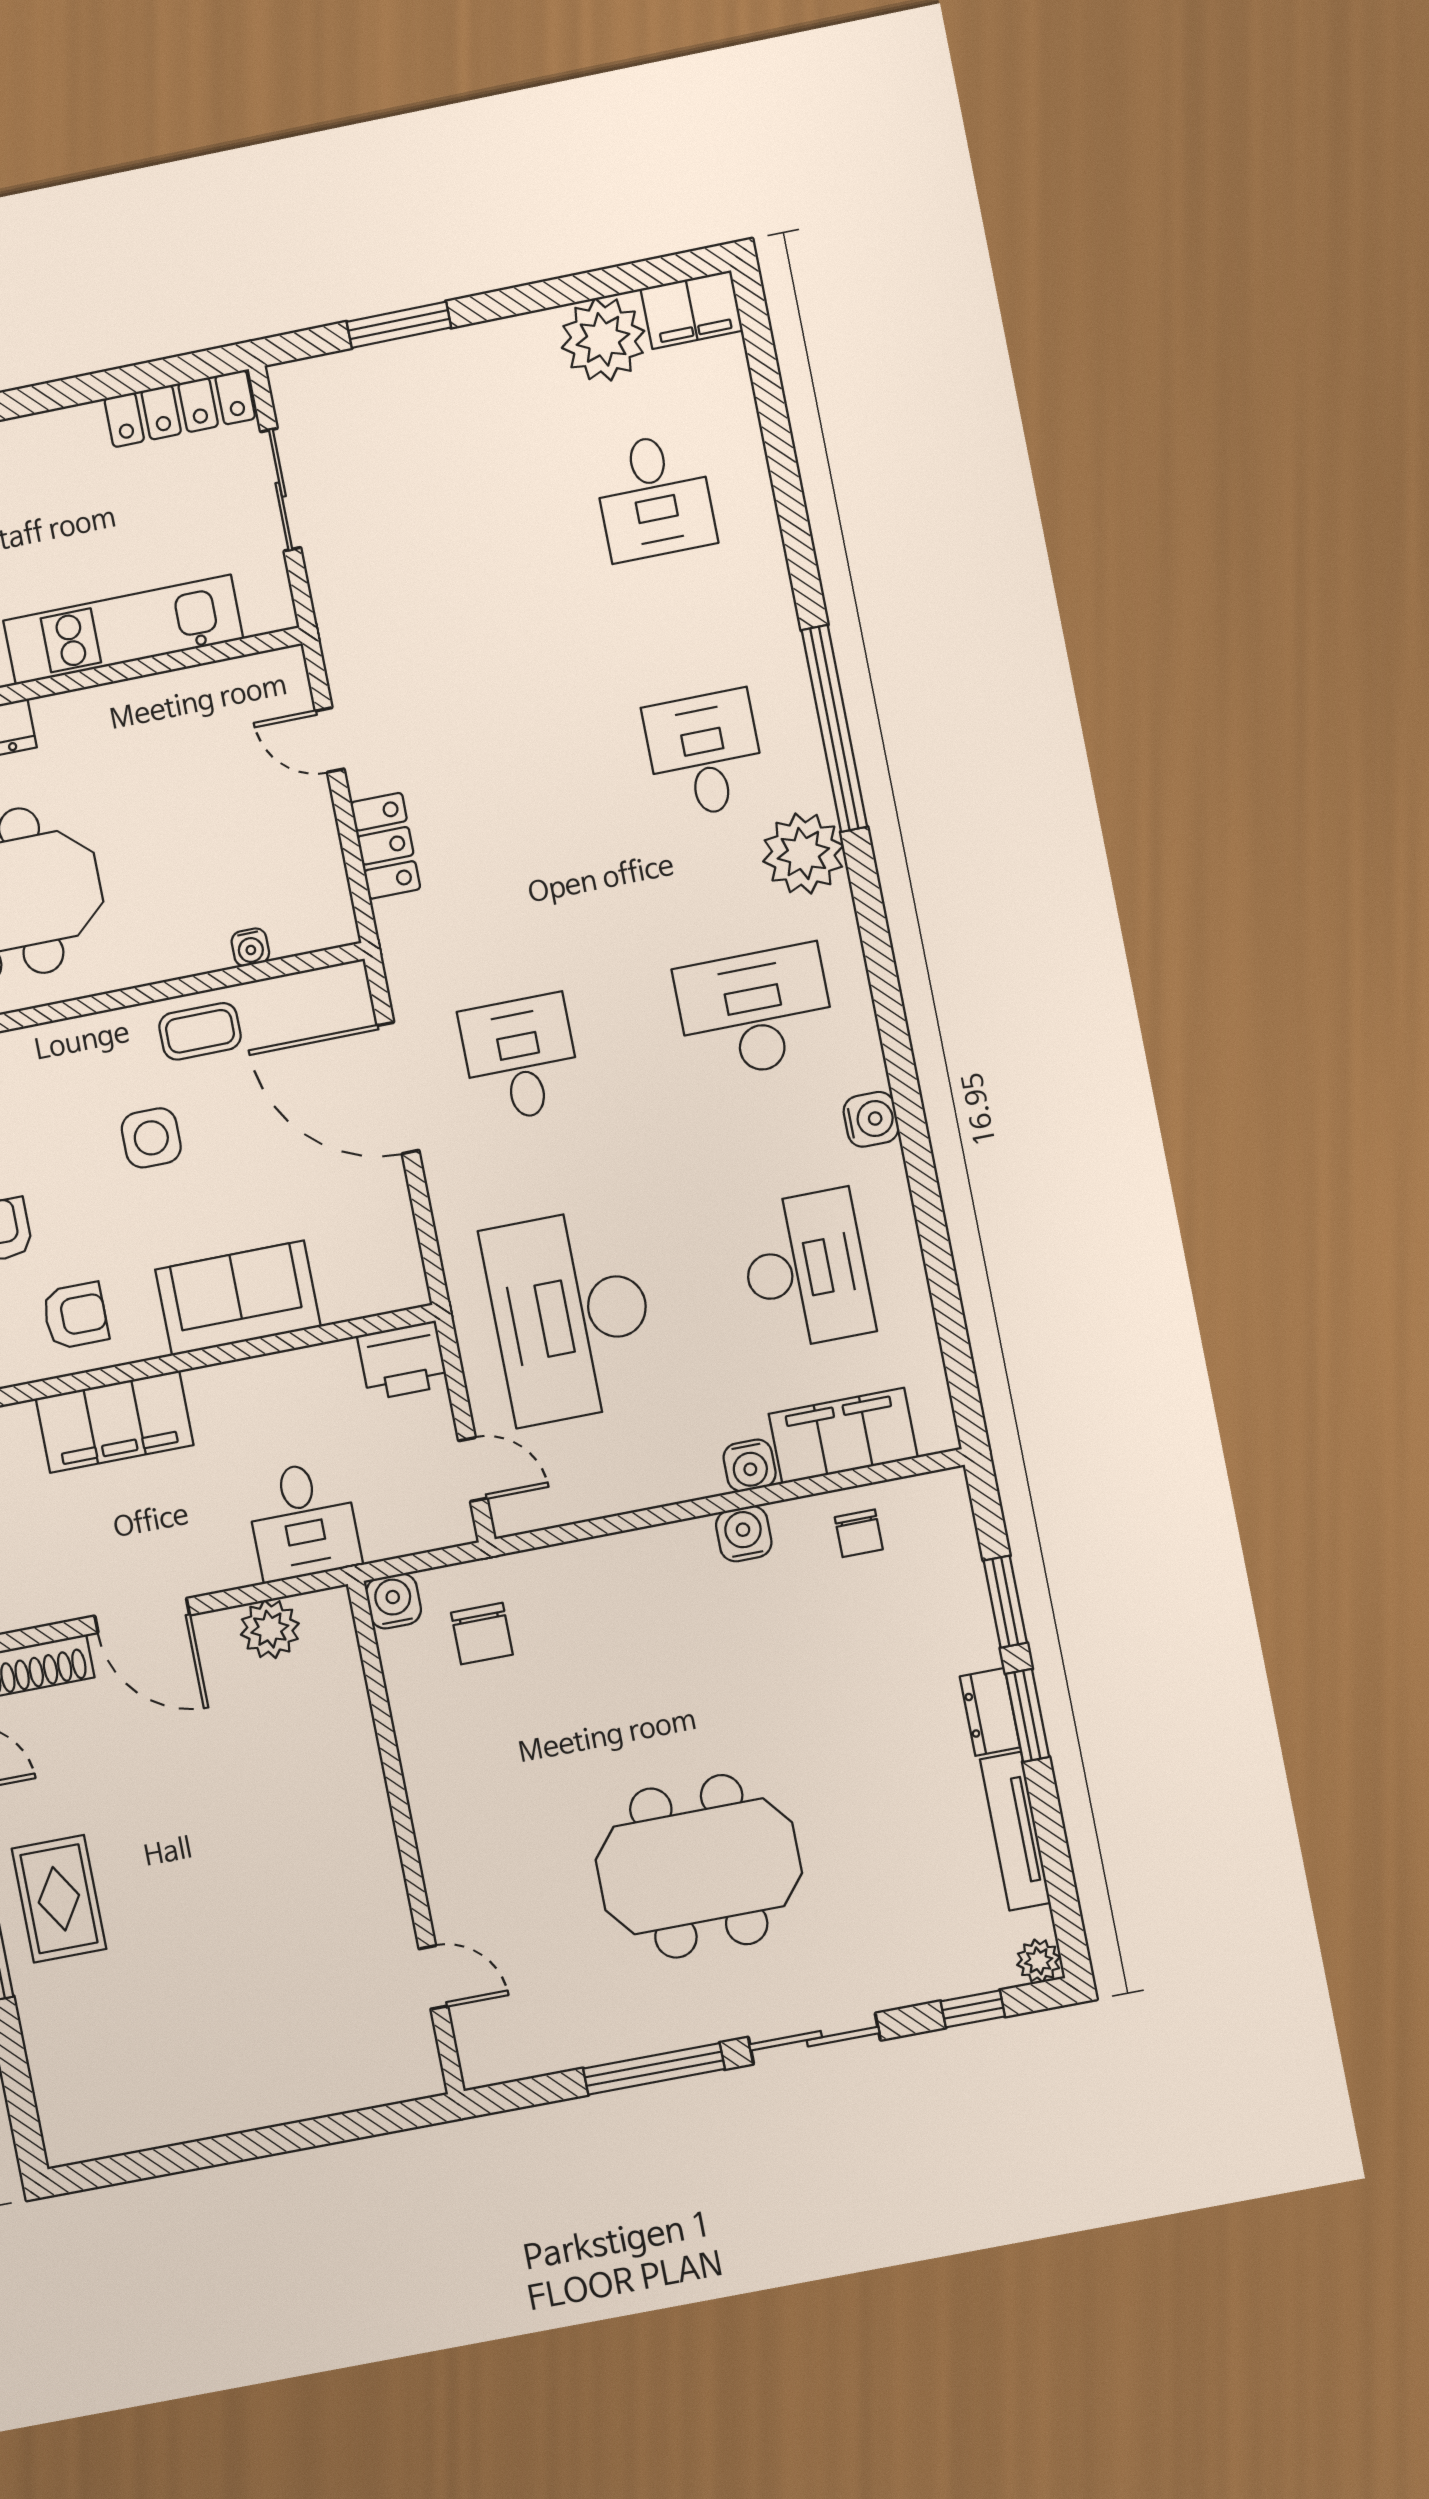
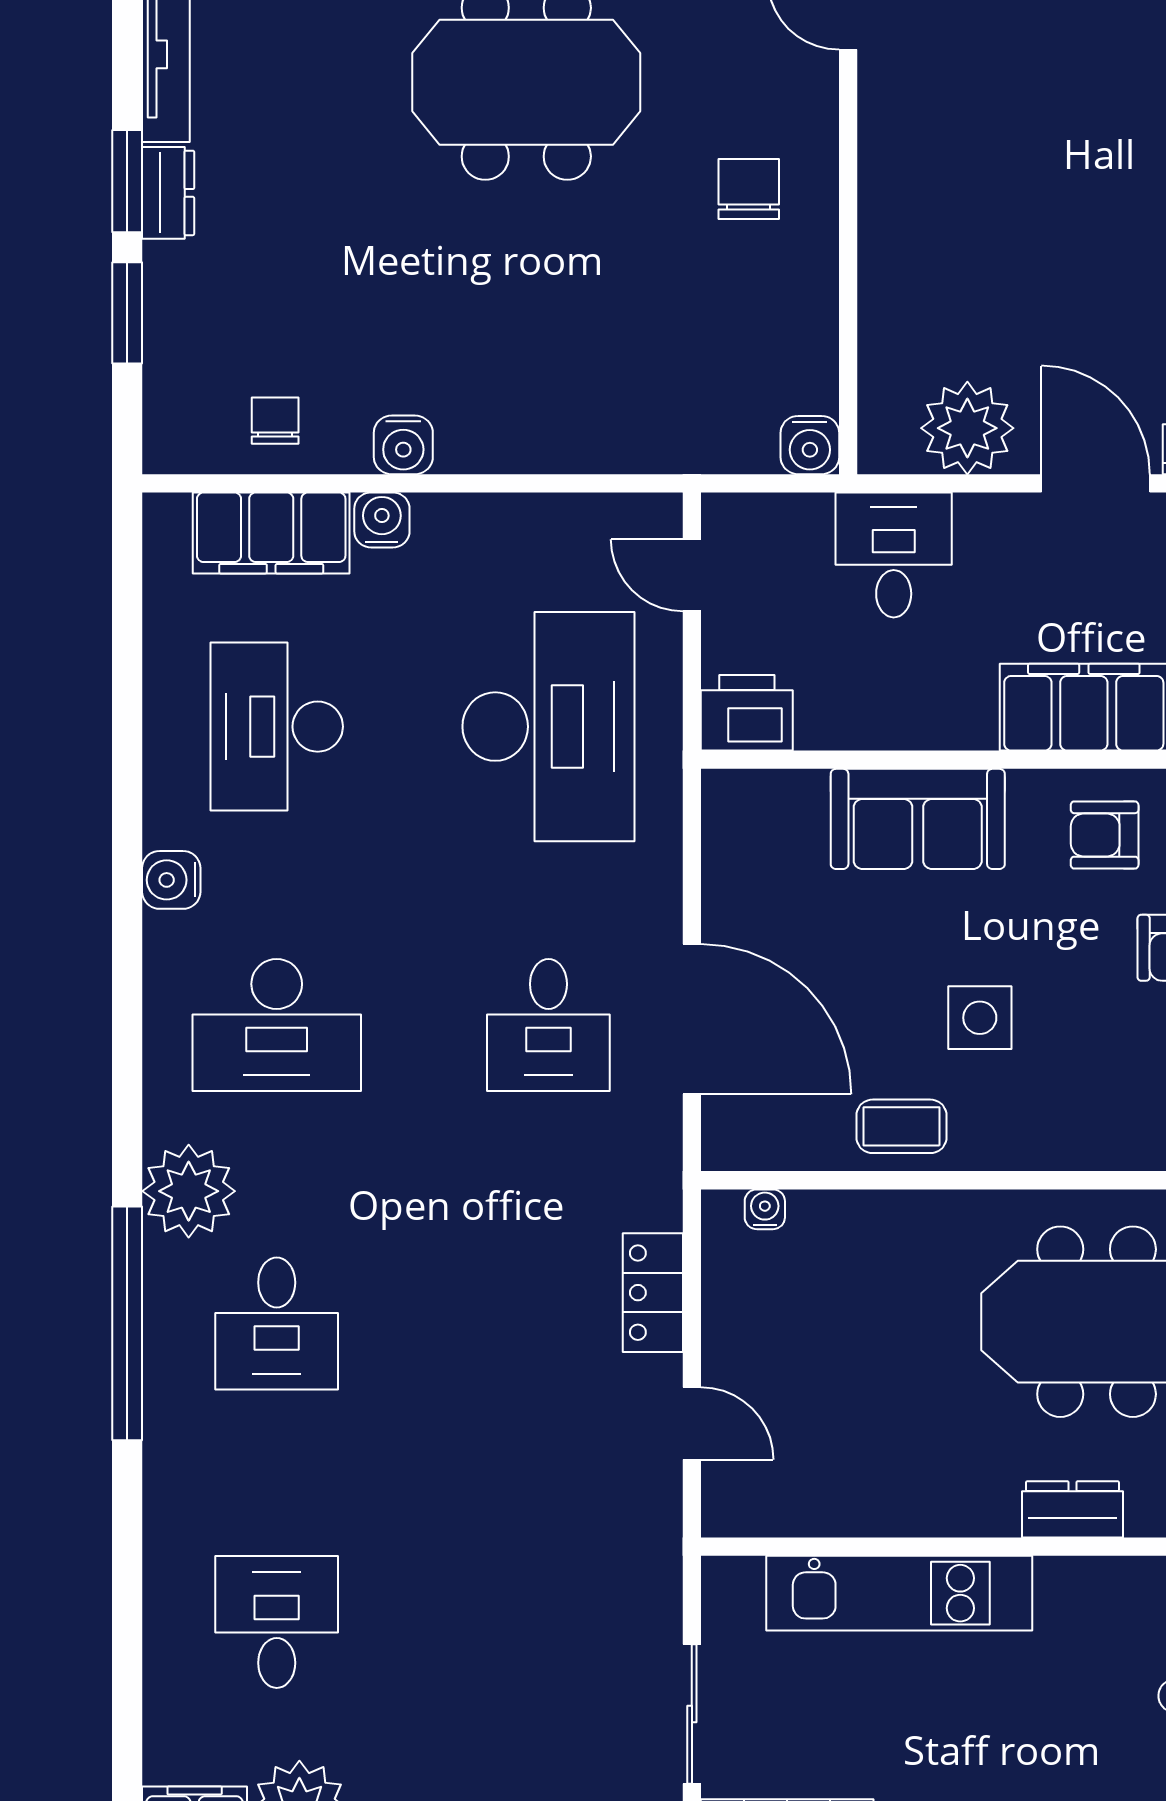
water cooler: (250, 947) -> (765, 1209), moved
plant: (270, 1629) -> (967, 428), width x1.36, depth x1.36
chair: (482, 1634) -> (749, 189), moved

